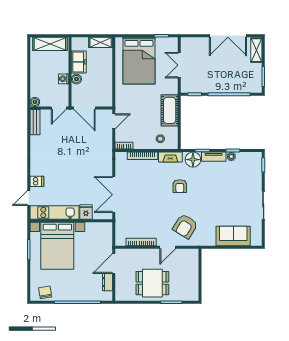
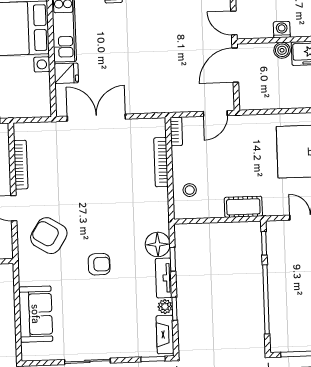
cot: (170, 110) -> (243, 207), width x0.73, depth x0.75
door: (114, 121) -> (215, 113), hinge flipped
fireplace: (170, 157) -> (165, 335), moved
armchair: (180, 186) -> (99, 264), moved, turned 180

